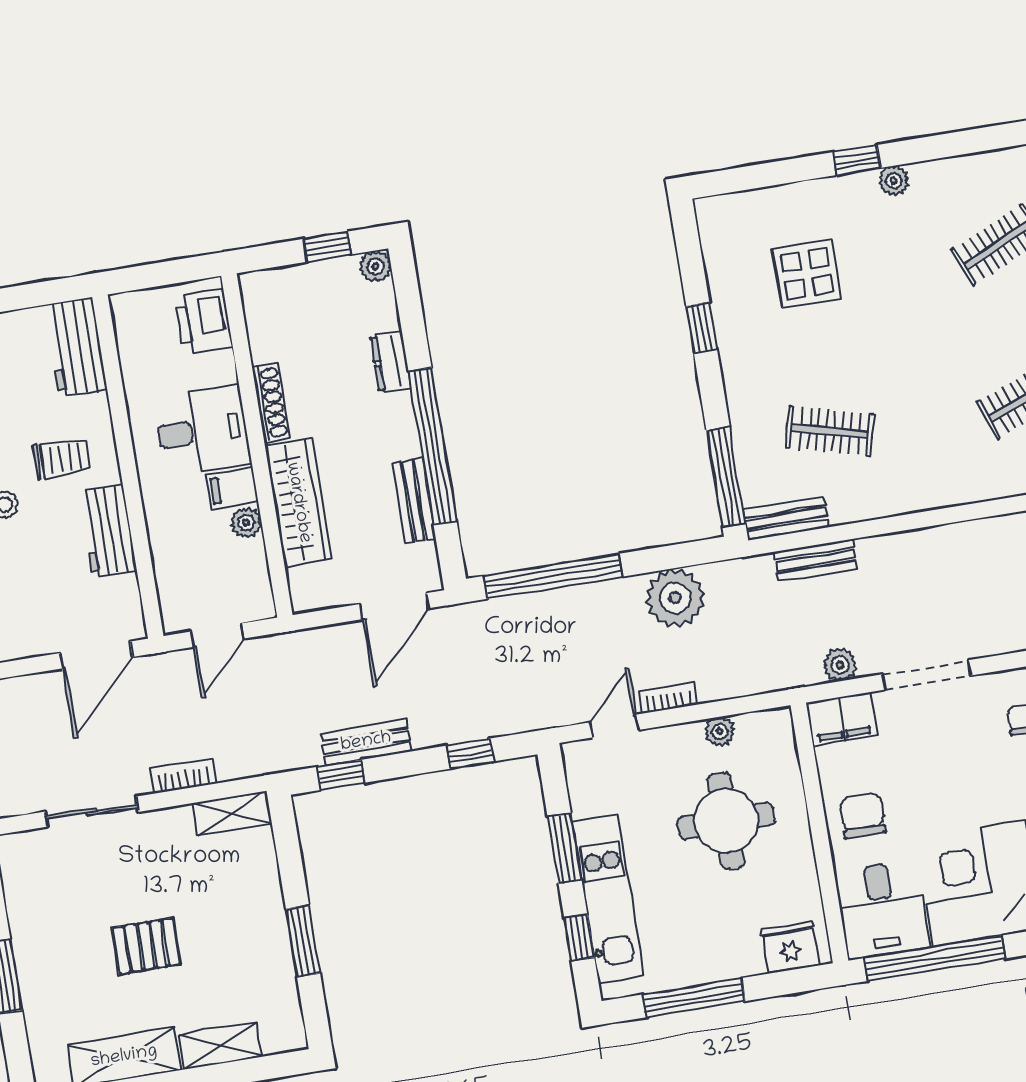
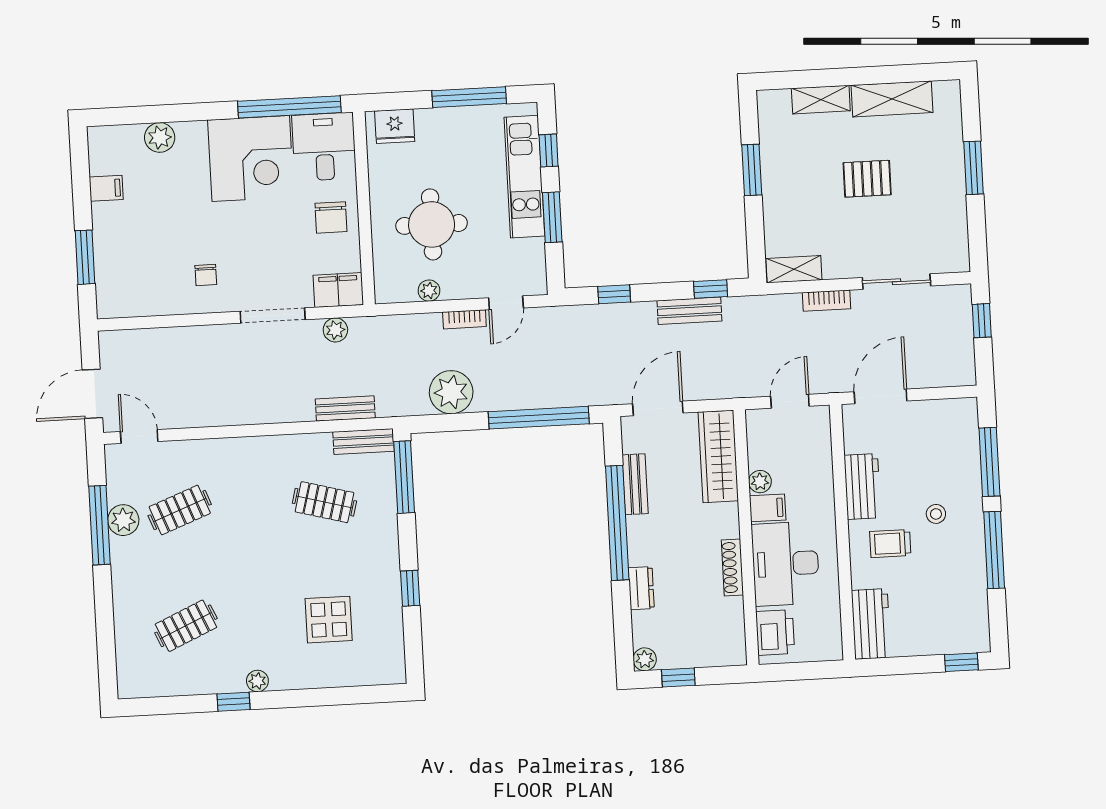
window: (857, 160) -> (233, 702), moved
desk: (202, 431) -> (785, 564), width x1.37
wardrobe: (298, 503) -> (718, 456), moved

